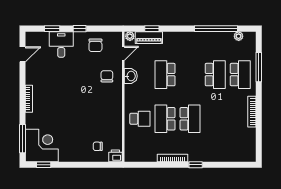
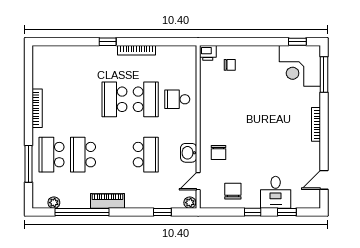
piano: (149, 38) -> (108, 201), moved

